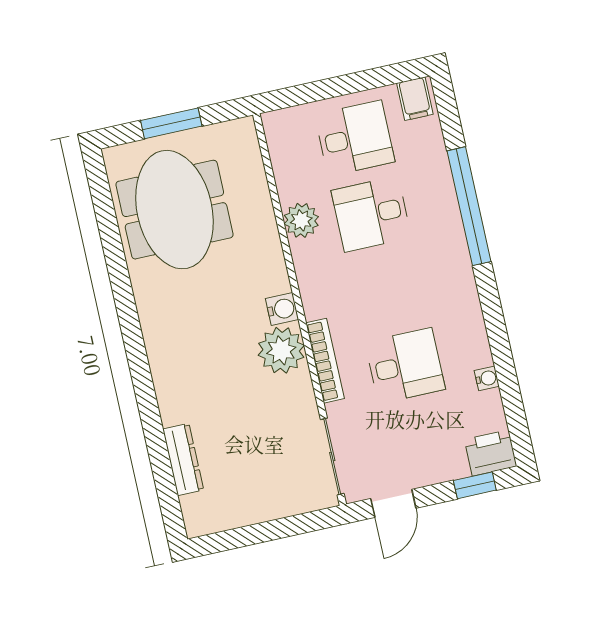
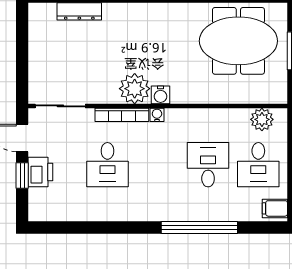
plant: (301, 220) -> (262, 119), moved
water cooler: (487, 378) -> (157, 115), moved, turned 180
printer: (491, 453) -> (40, 172), moved
window: (475, 485) -> (22, 175), moved

